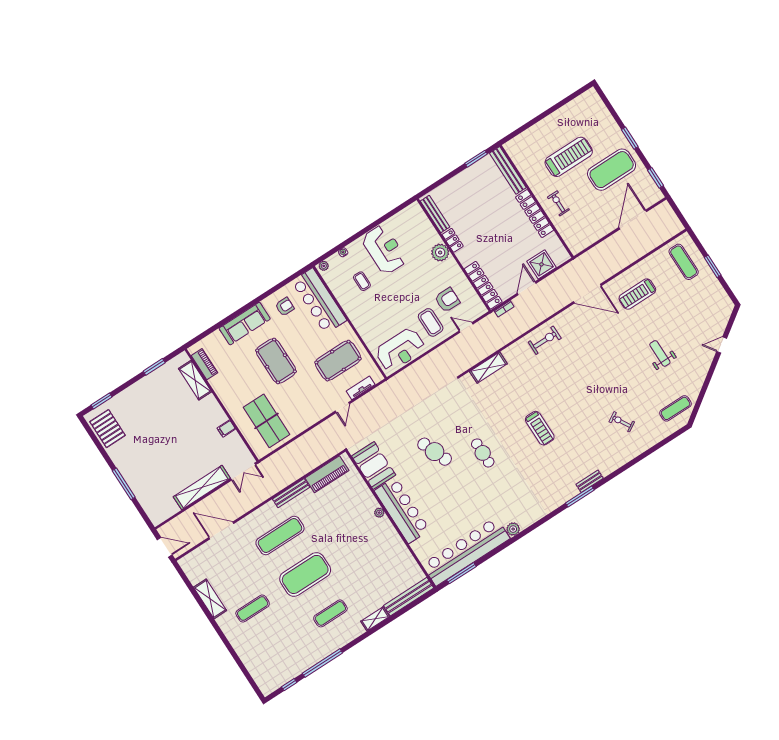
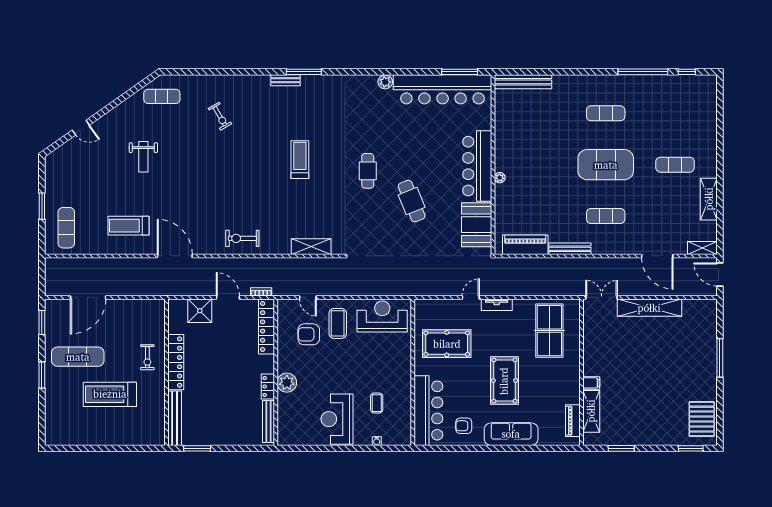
exercise mat: (612, 170) -> (78, 357), width x0.68
plant: (324, 266) -> (403, 440), removed
door: (527, 288) -> (228, 297), swing flipped
treadmill: (637, 294) -> (129, 226), turned 180
tv unit: (361, 388) -> (497, 305), moved
filing cabinet: (226, 428) -> (591, 383), moved
exercise mat: (280, 536) -> (606, 216), width x0.73, depth x0.69
shelving: (375, 619) -> (702, 248), moved

